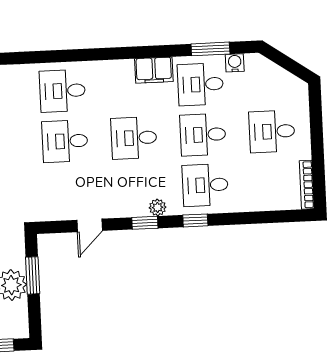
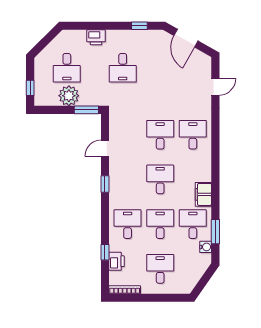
printer: (263, 199) -> (117, 261), added
plant: (158, 207) -> (114, 193), removed
window: (195, 220) -> (105, 252), moved
door: (90, 225) -> (105, 148), hinge flipped
window: (33, 275) -> (86, 110), moved

